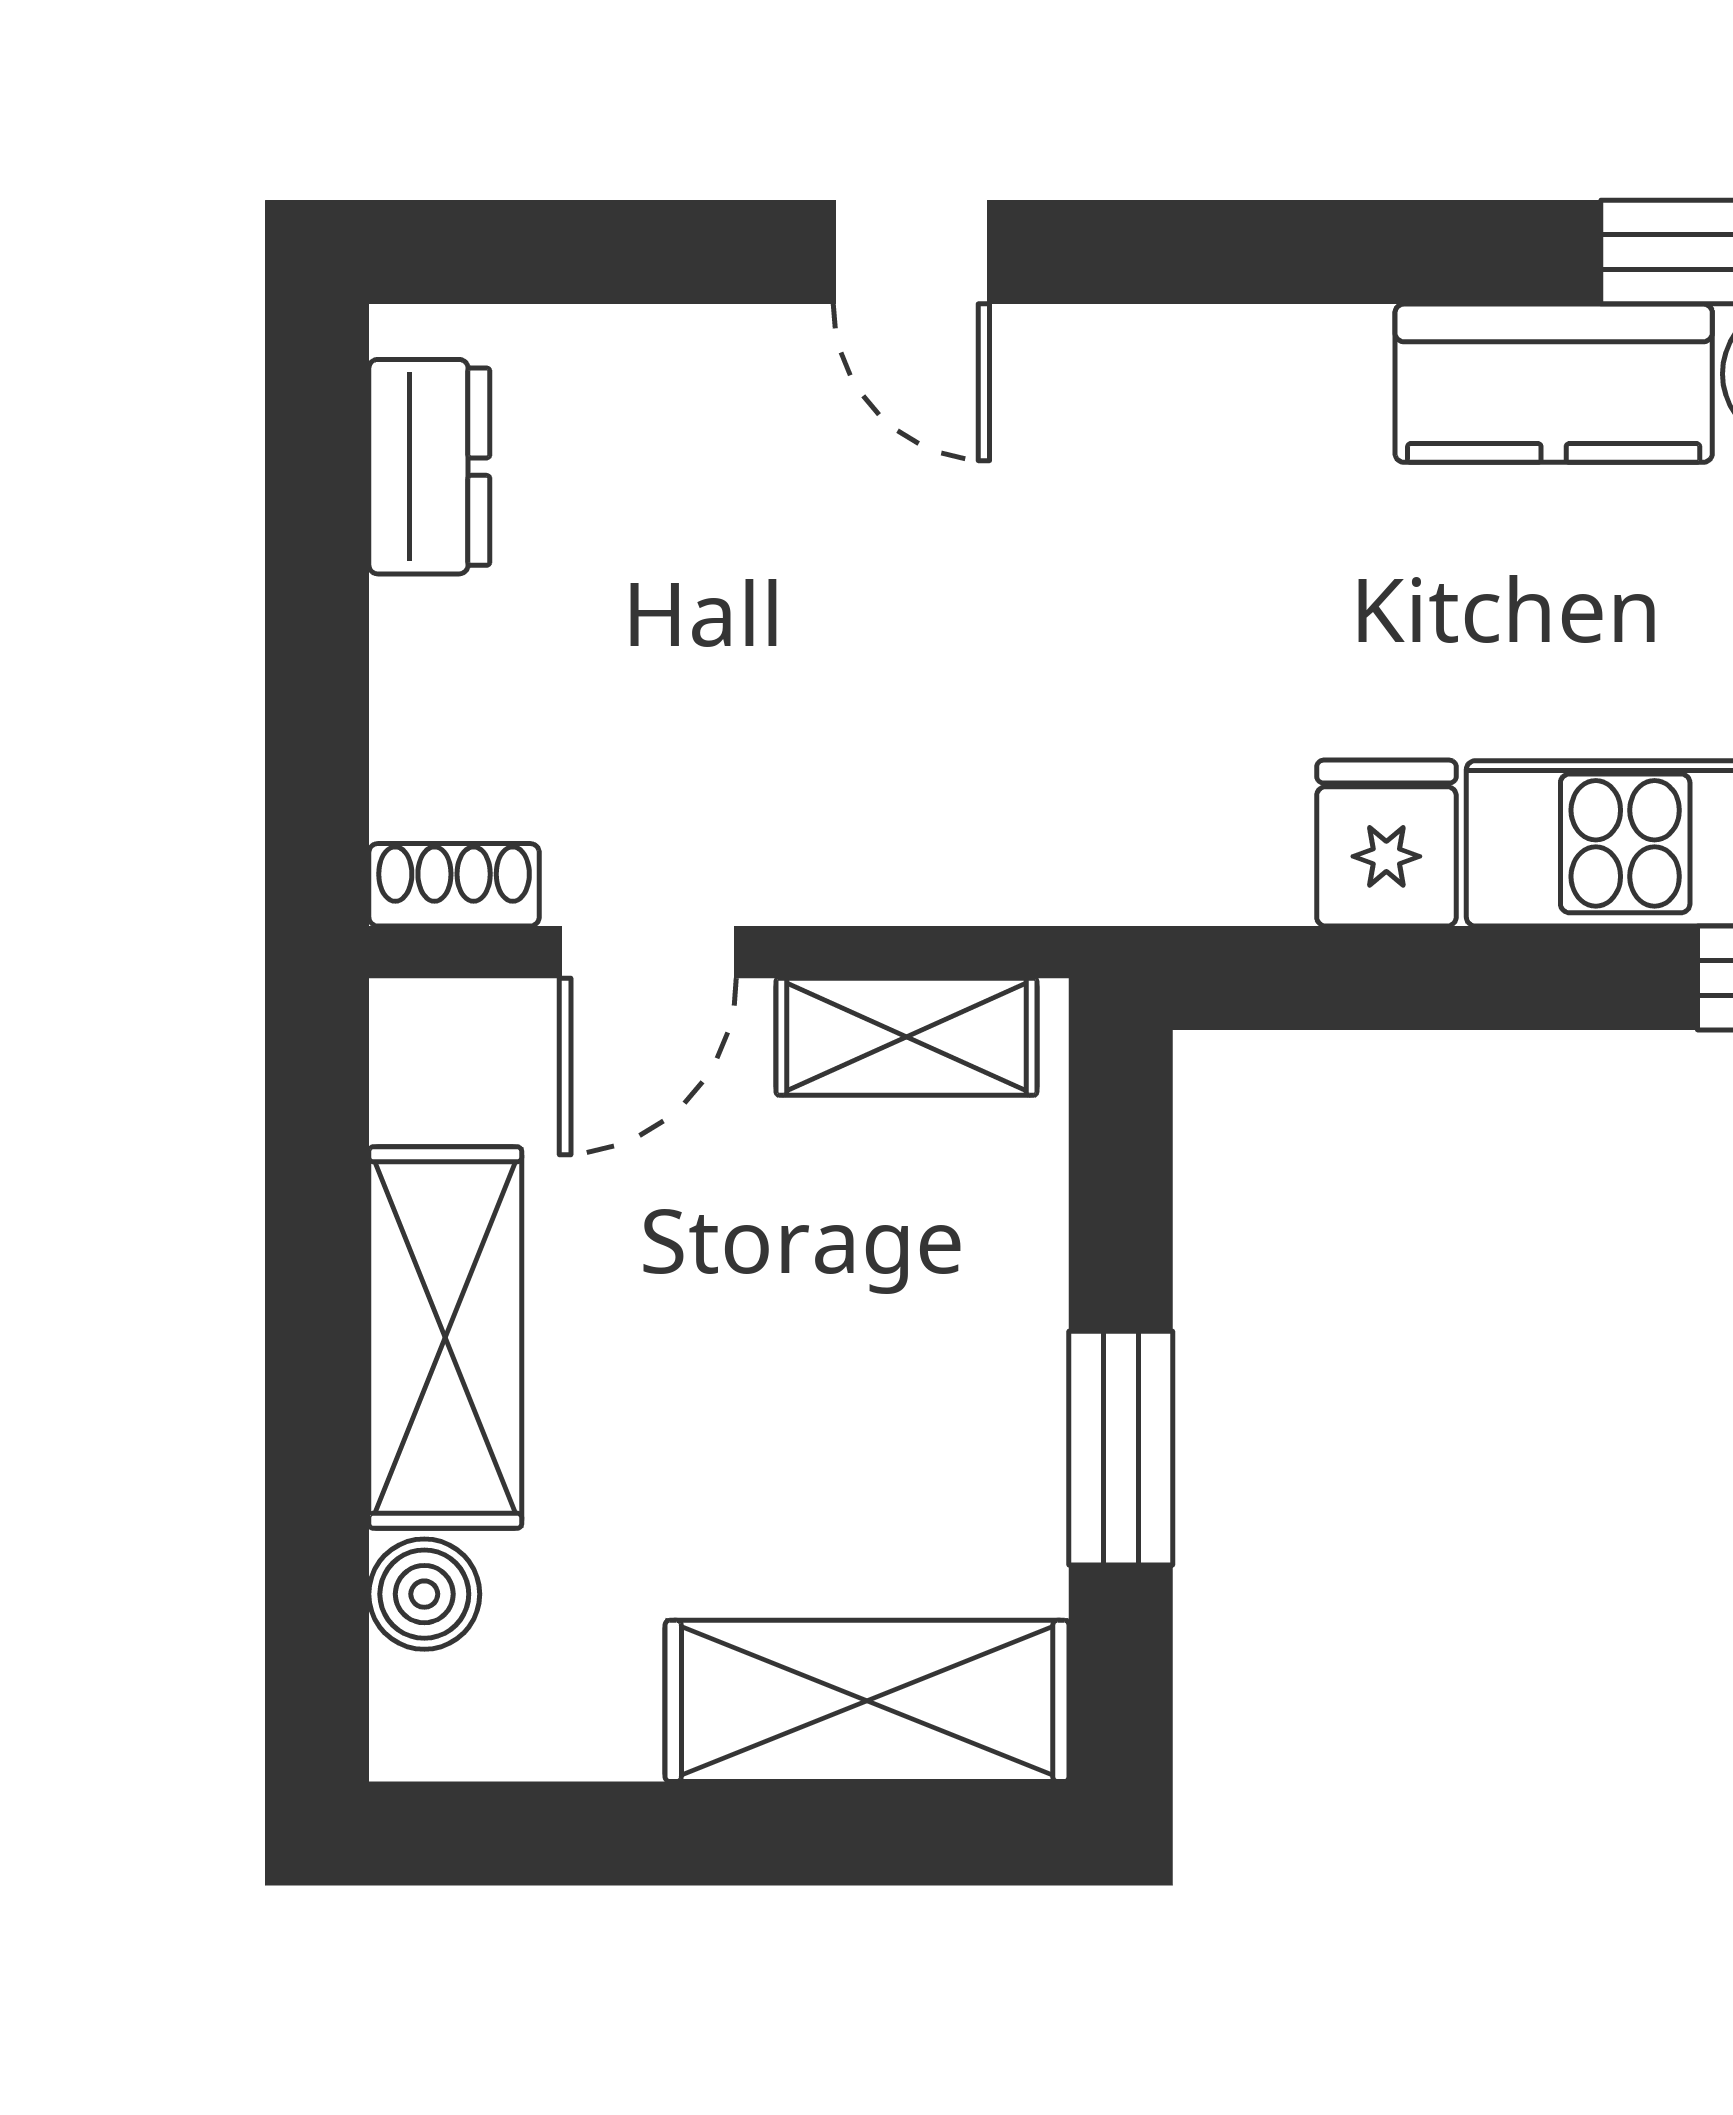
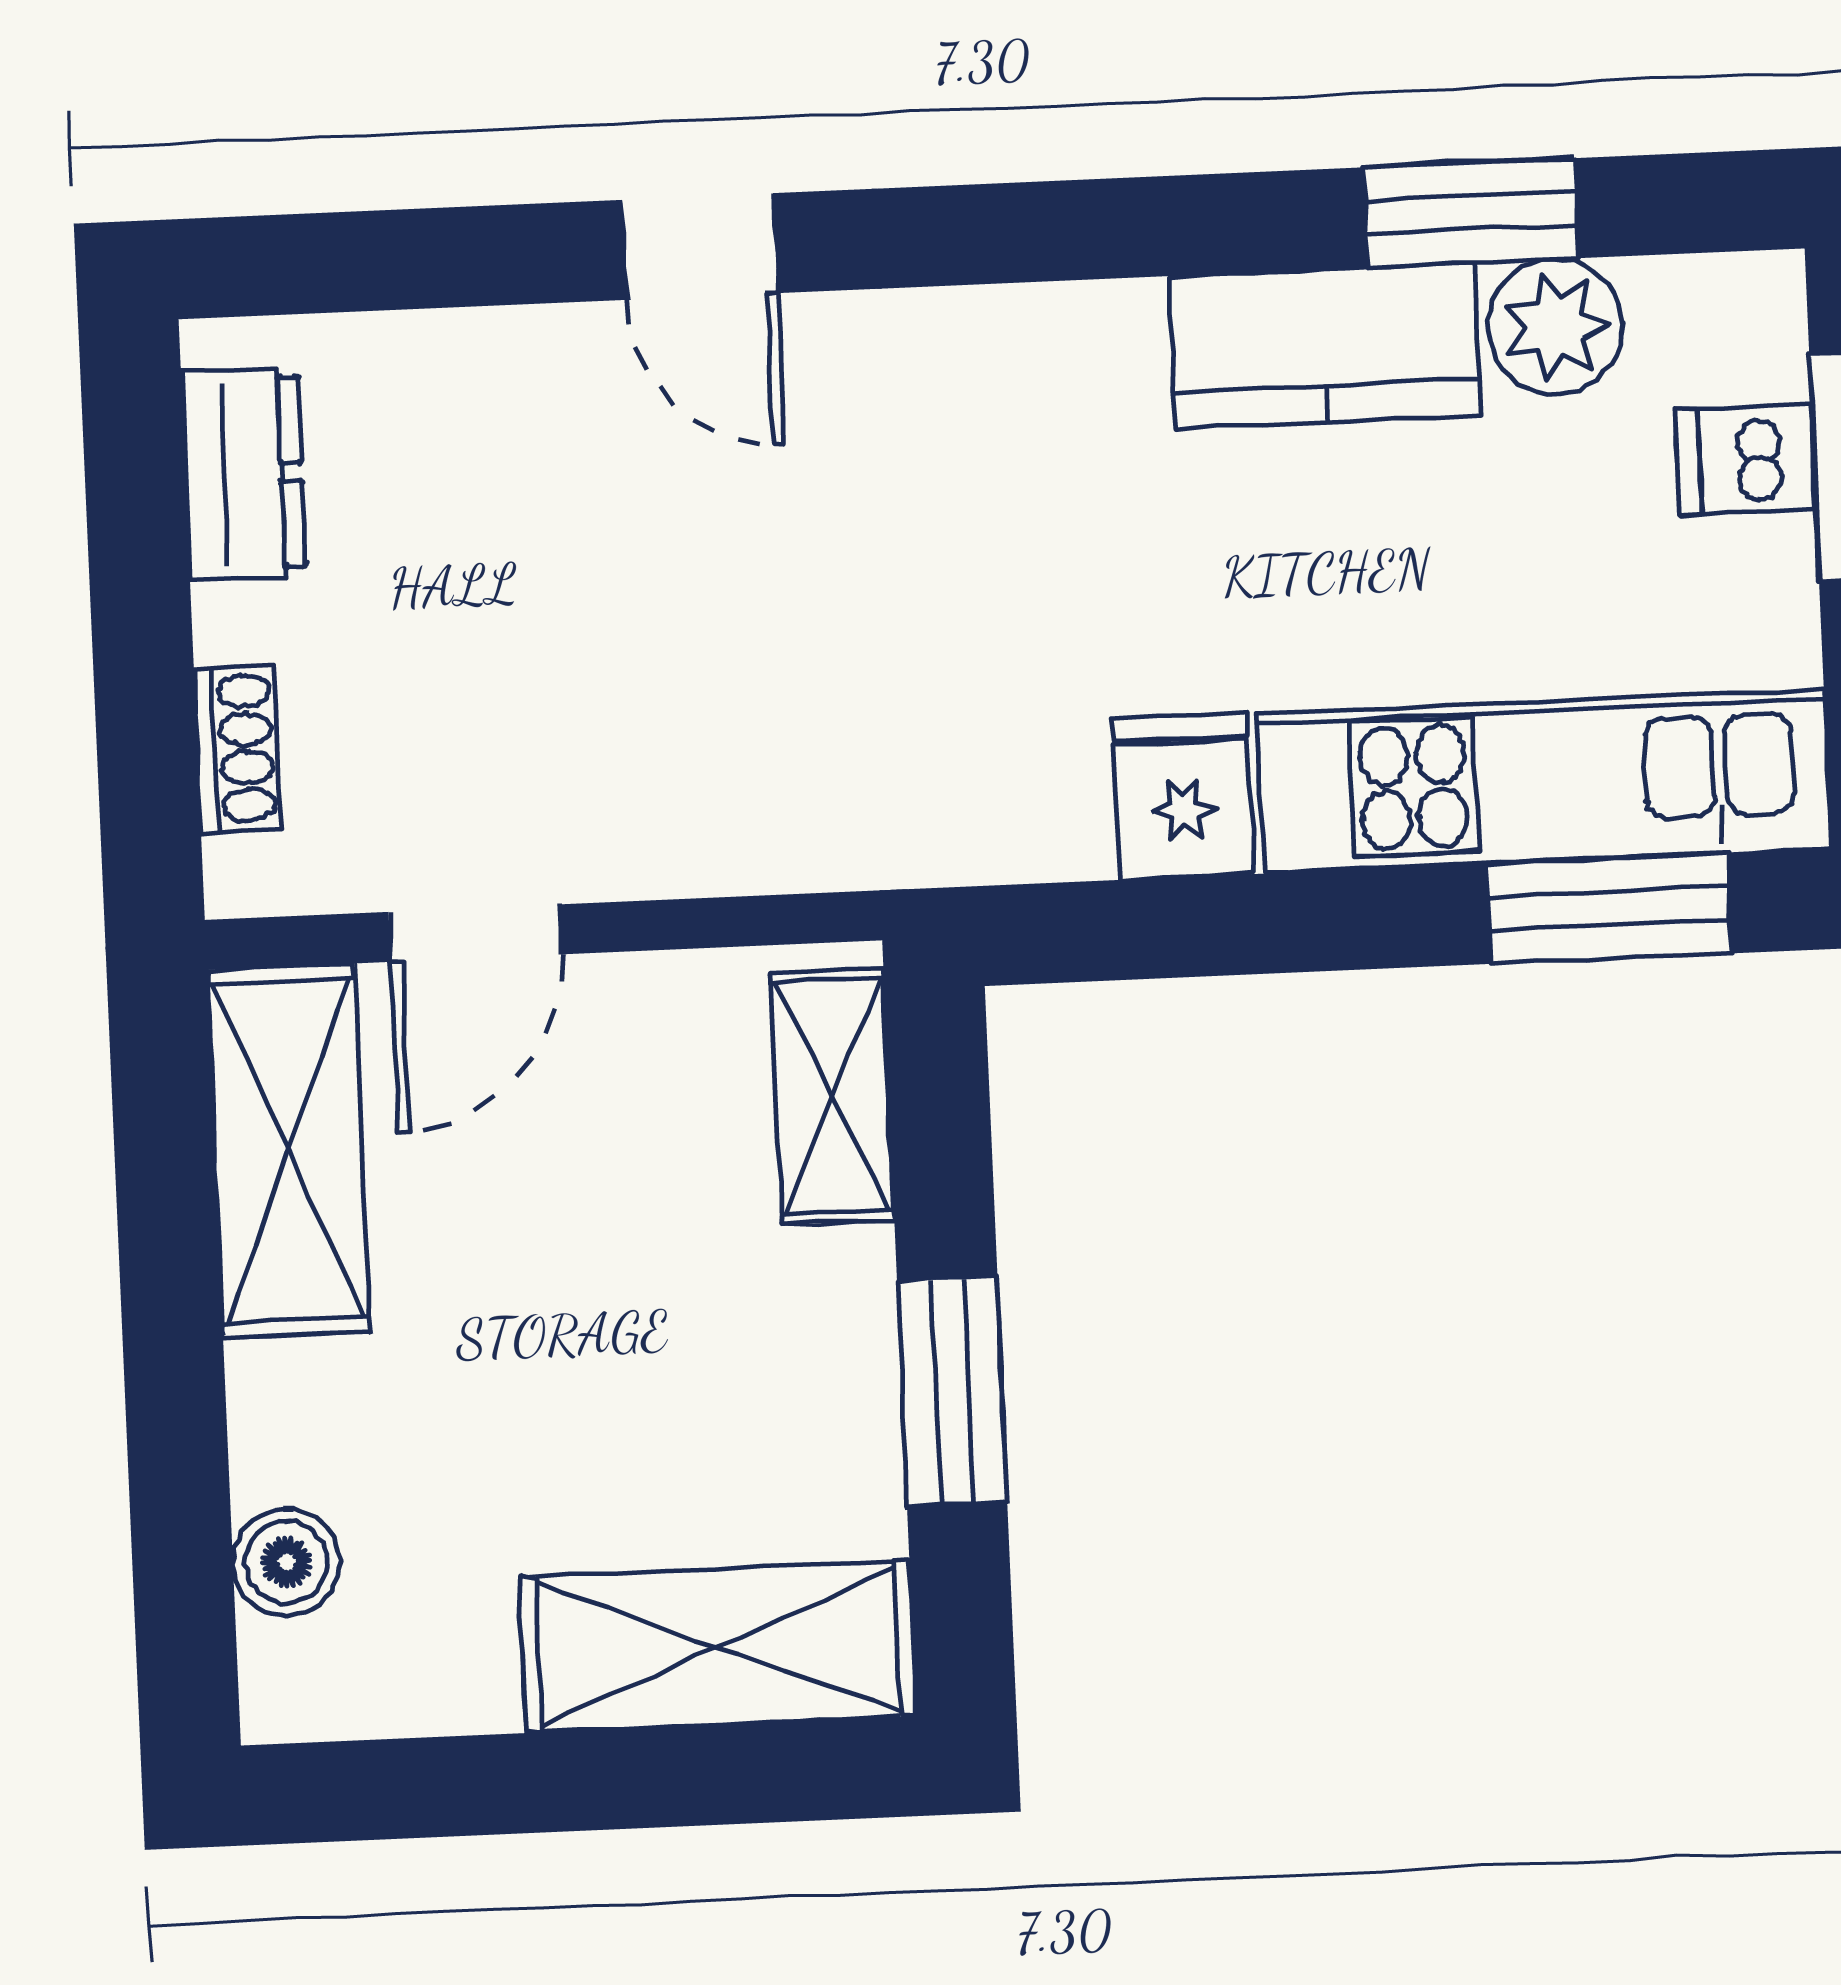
shoe rack: (454, 885) -> (237, 749), moved, turned 90
shelving: (906, 1037) -> (832, 1097), moved, turned 90
shelving: (445, 1338) -> (289, 1151), moved

